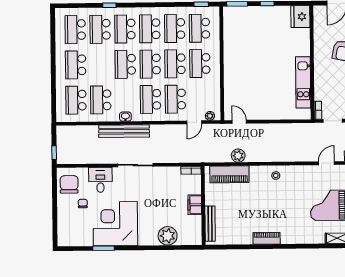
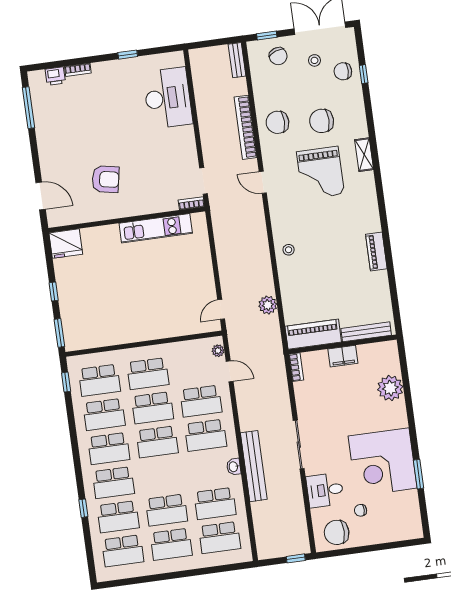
school desk: (125, 64) -> (167, 510), moved
piano: (229, 174) -> (313, 334), moved, turned -90

